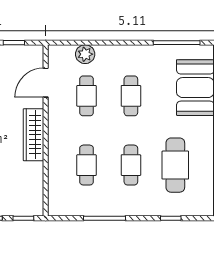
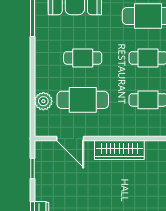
cafe table: (87, 96) -> (83, 100), width x1.37, depth x1.35

